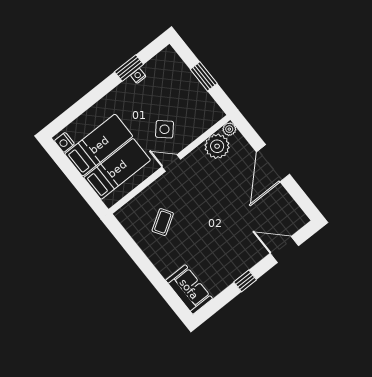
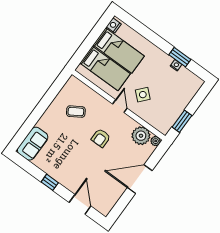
window: (204, 76) -> (182, 121), moved
armchair: (206, 199) -> (101, 138), added

